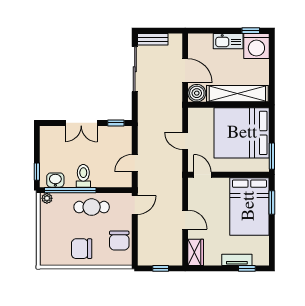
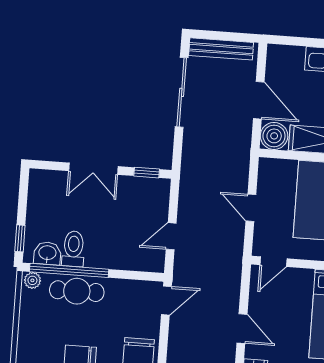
bench: (153, 39) -> (221, 49), width x1.36
door: (202, 175) -> (273, 262), swing flipped
toilet: (83, 176) -> (73, 249), moved
cafe table: (92, 207) -> (77, 291), moved

